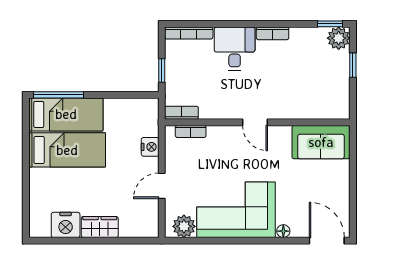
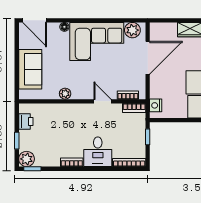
printer: (340, 93) -> (26, 121), added
door: (255, 122) -> (102, 101), moved
plant: (282, 134) -> (65, 94), added
sofa: (321, 142) -> (30, 69), moved, turned 90
nightstand: (150, 147) -> (156, 105), moved
door: (162, 186) -> (148, 58), width x1.88

